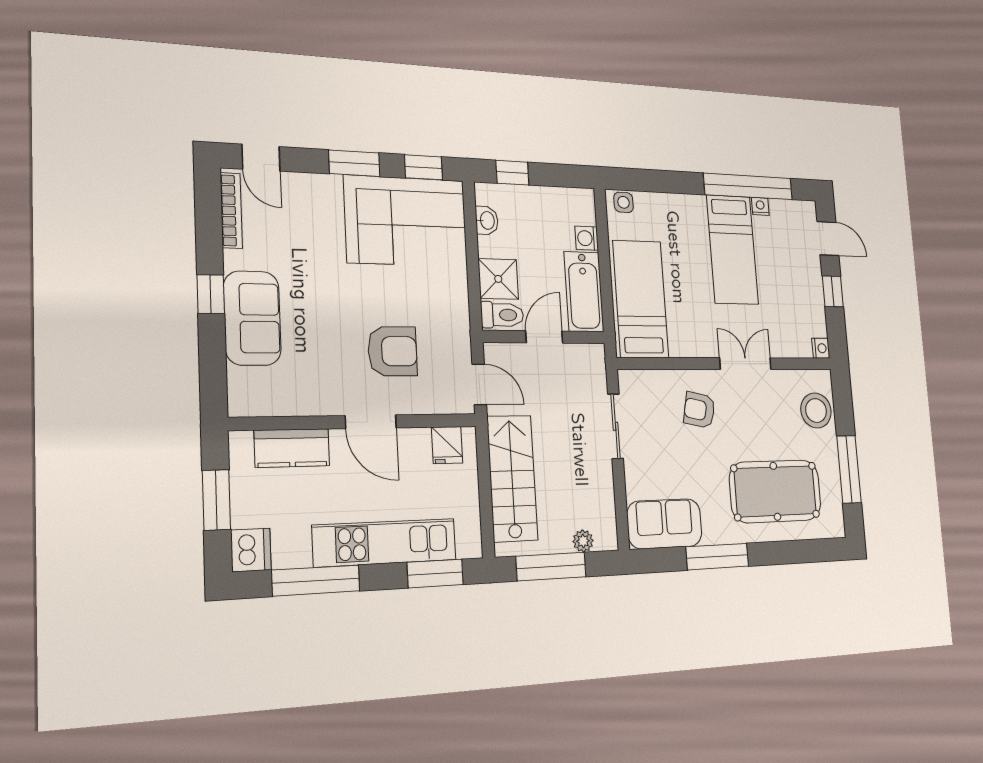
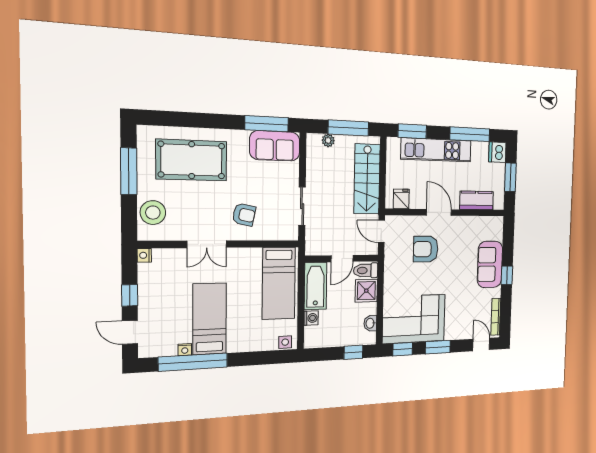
window: (717, 557) -> (267, 124), moved

